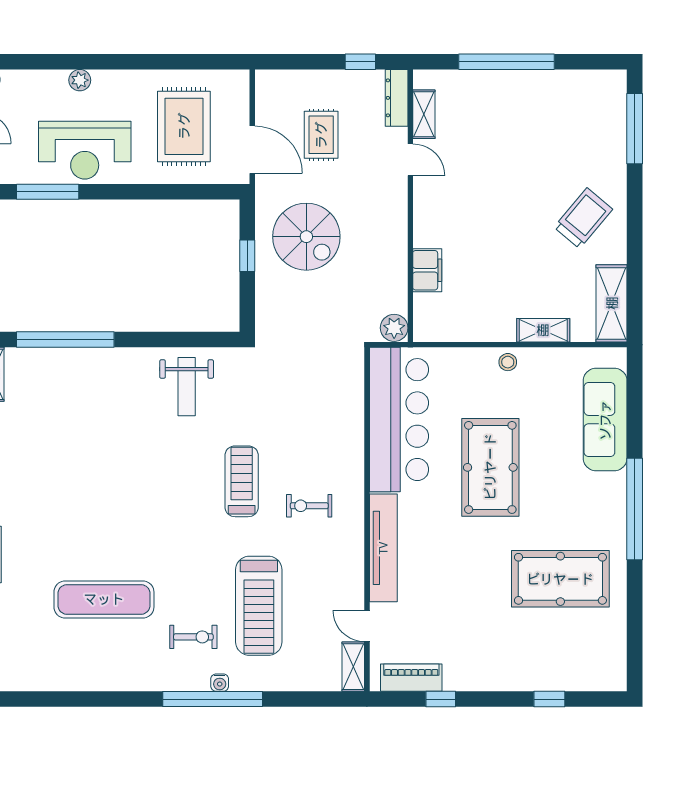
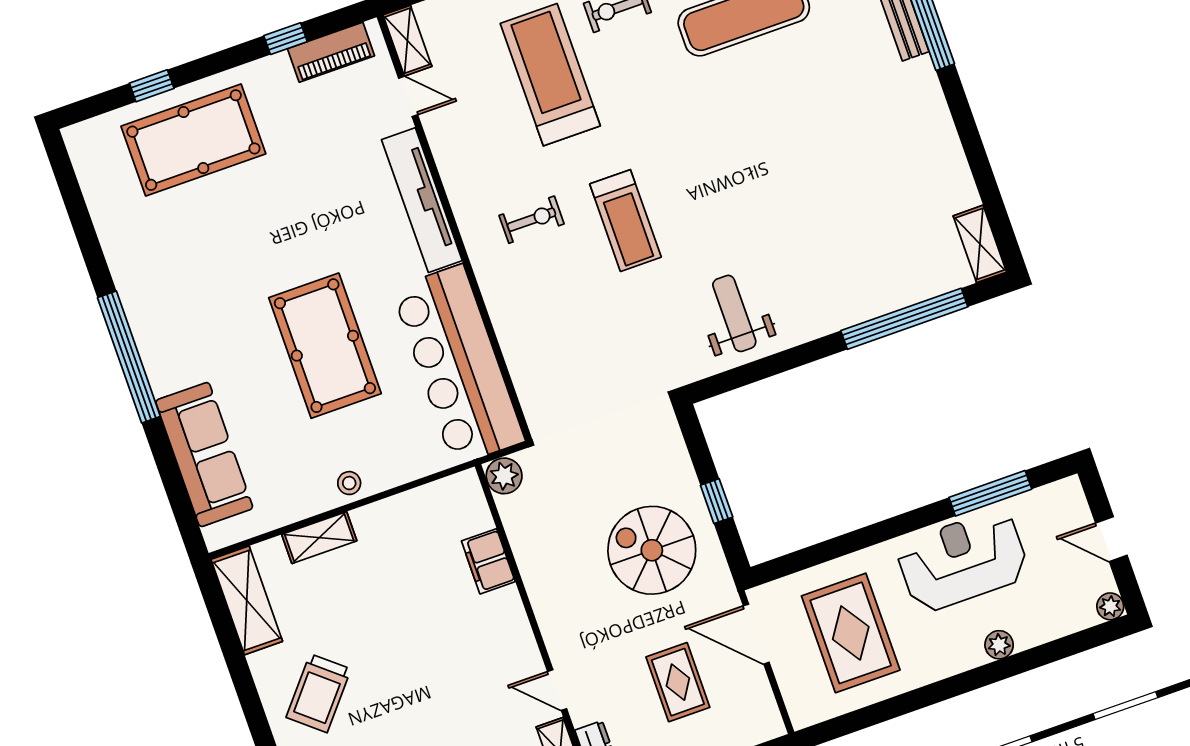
pool table: (560, 579) -> (193, 140), moved

